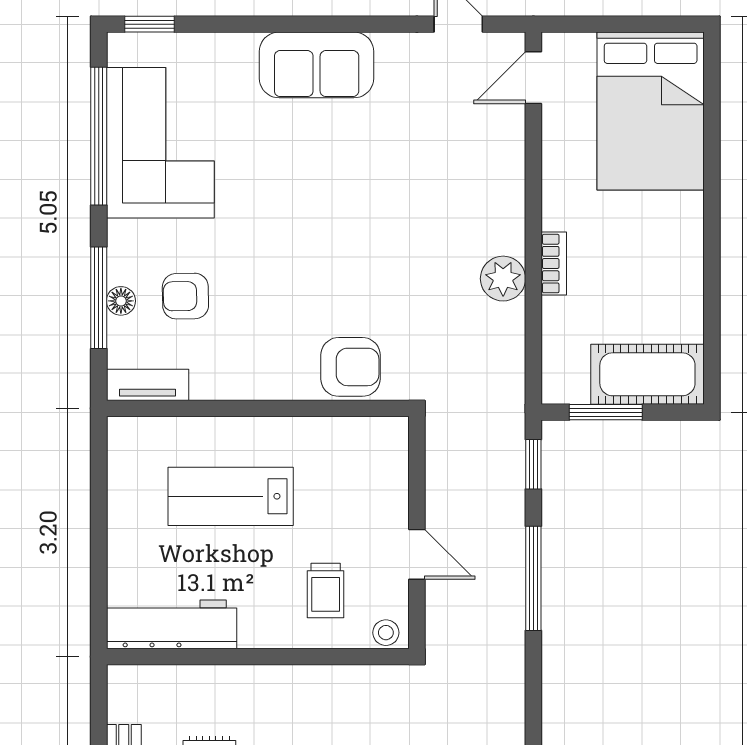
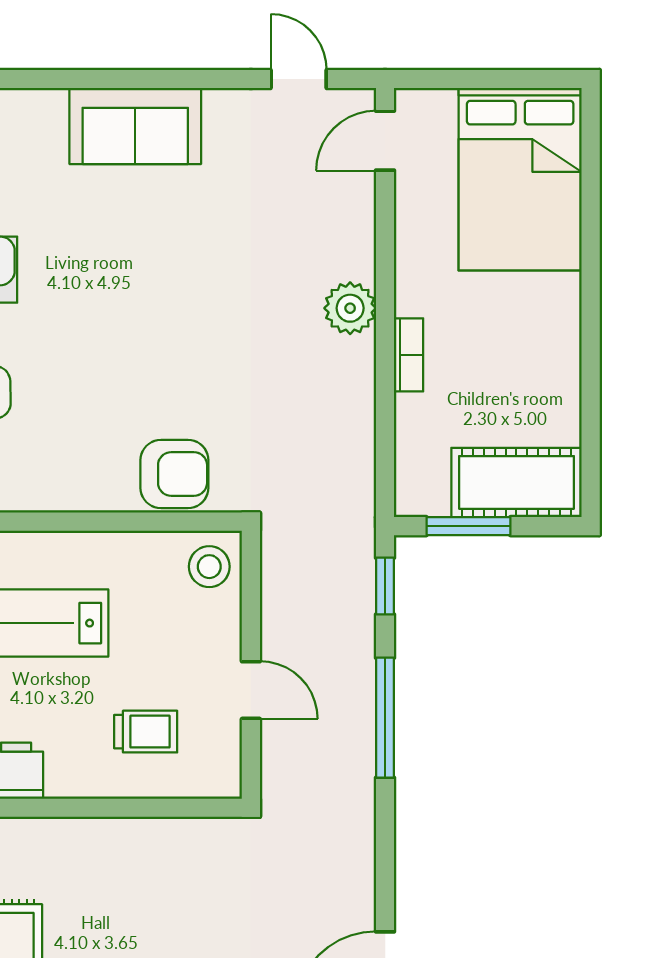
plant: (503, 279) -> (350, 308), moved
trolley: (326, 590) -> (146, 732), turned -90
stool: (386, 633) -> (209, 567), moved, width x1.37, depth x1.37

